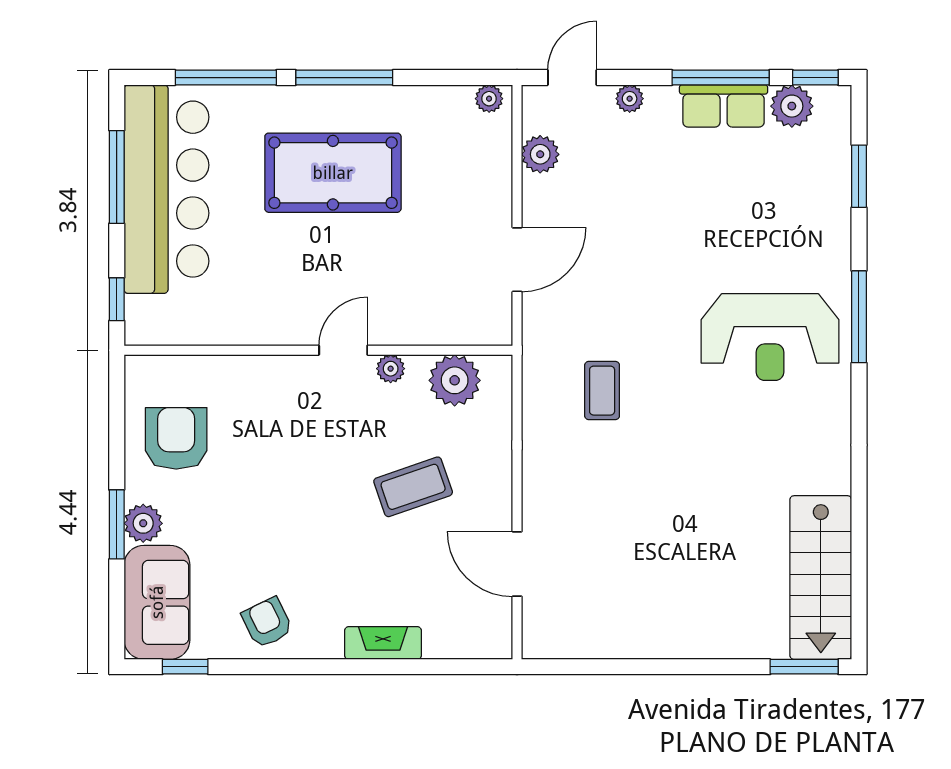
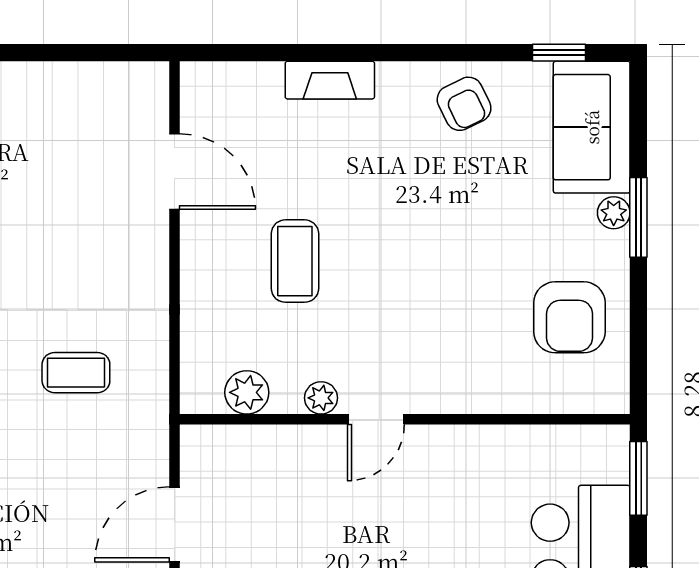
window: (117, 299) -> (638, 478), width x1.50
plant: (455, 380) -> (247, 392), width x0.73, depth x0.73
coffee table: (602, 391) -> (76, 373), turned 90
coffee table: (413, 487) -> (295, 261), turned -71
plant: (143, 523) -> (614, 213), width x0.73, depth x0.73

